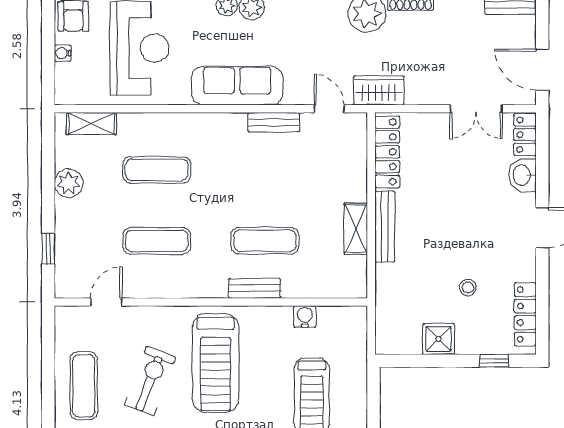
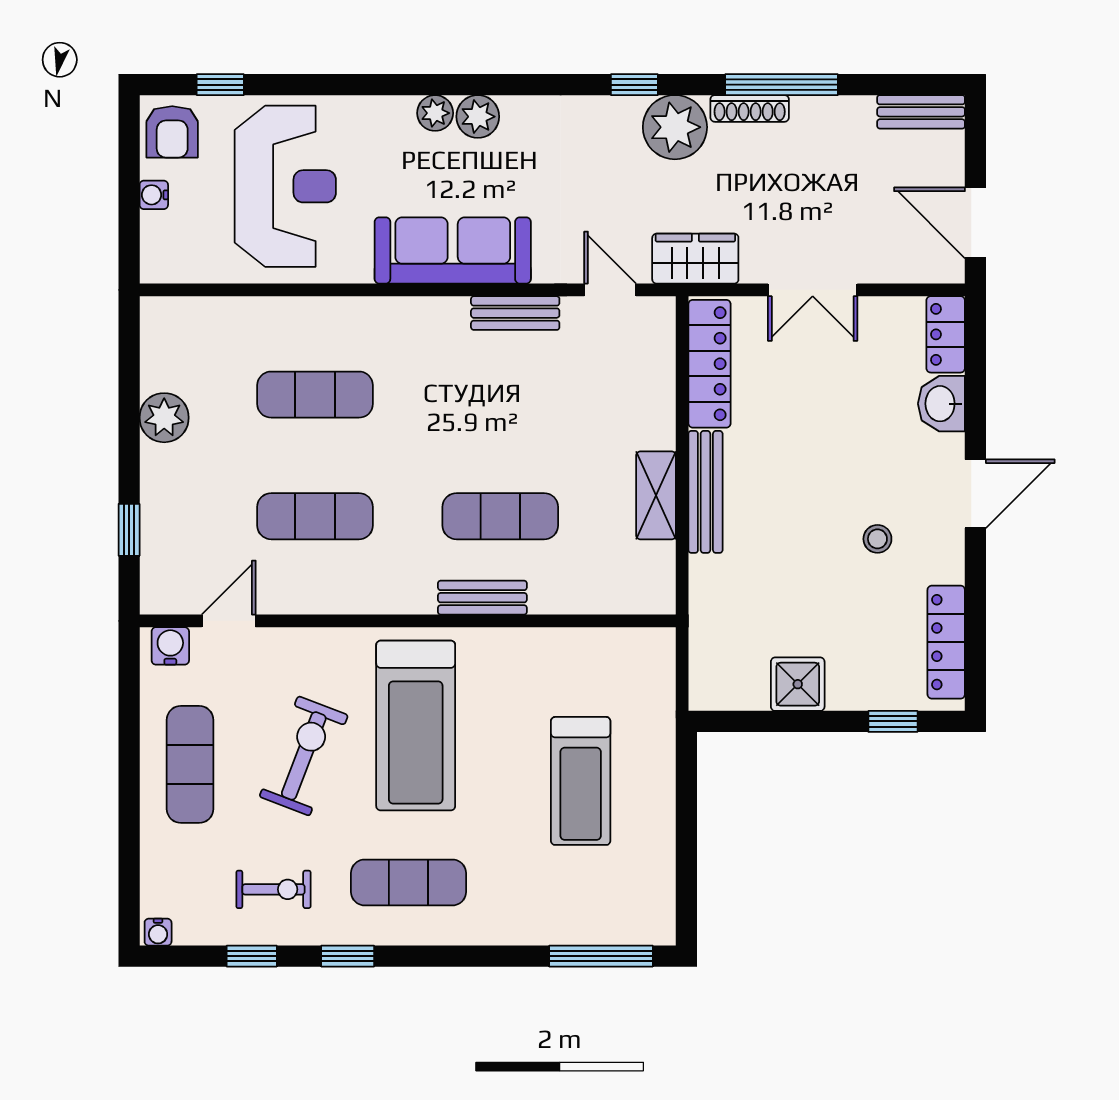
double door: (476, 109) -> (813, 290), moved
shelving: (91, 123) -> (203, 315), removed
stool: (468, 287) -> (877, 539), moved
water cooler: (305, 317) -> (170, 646), moved

